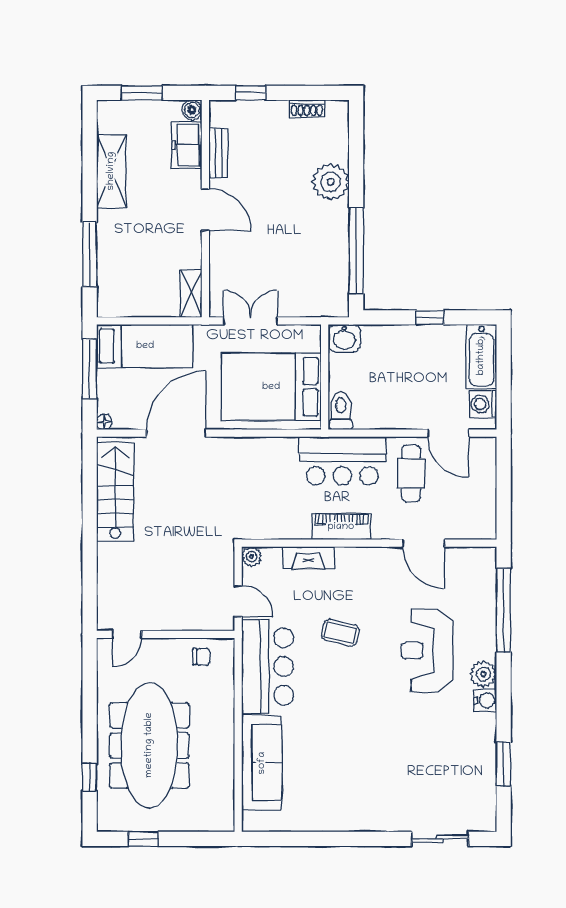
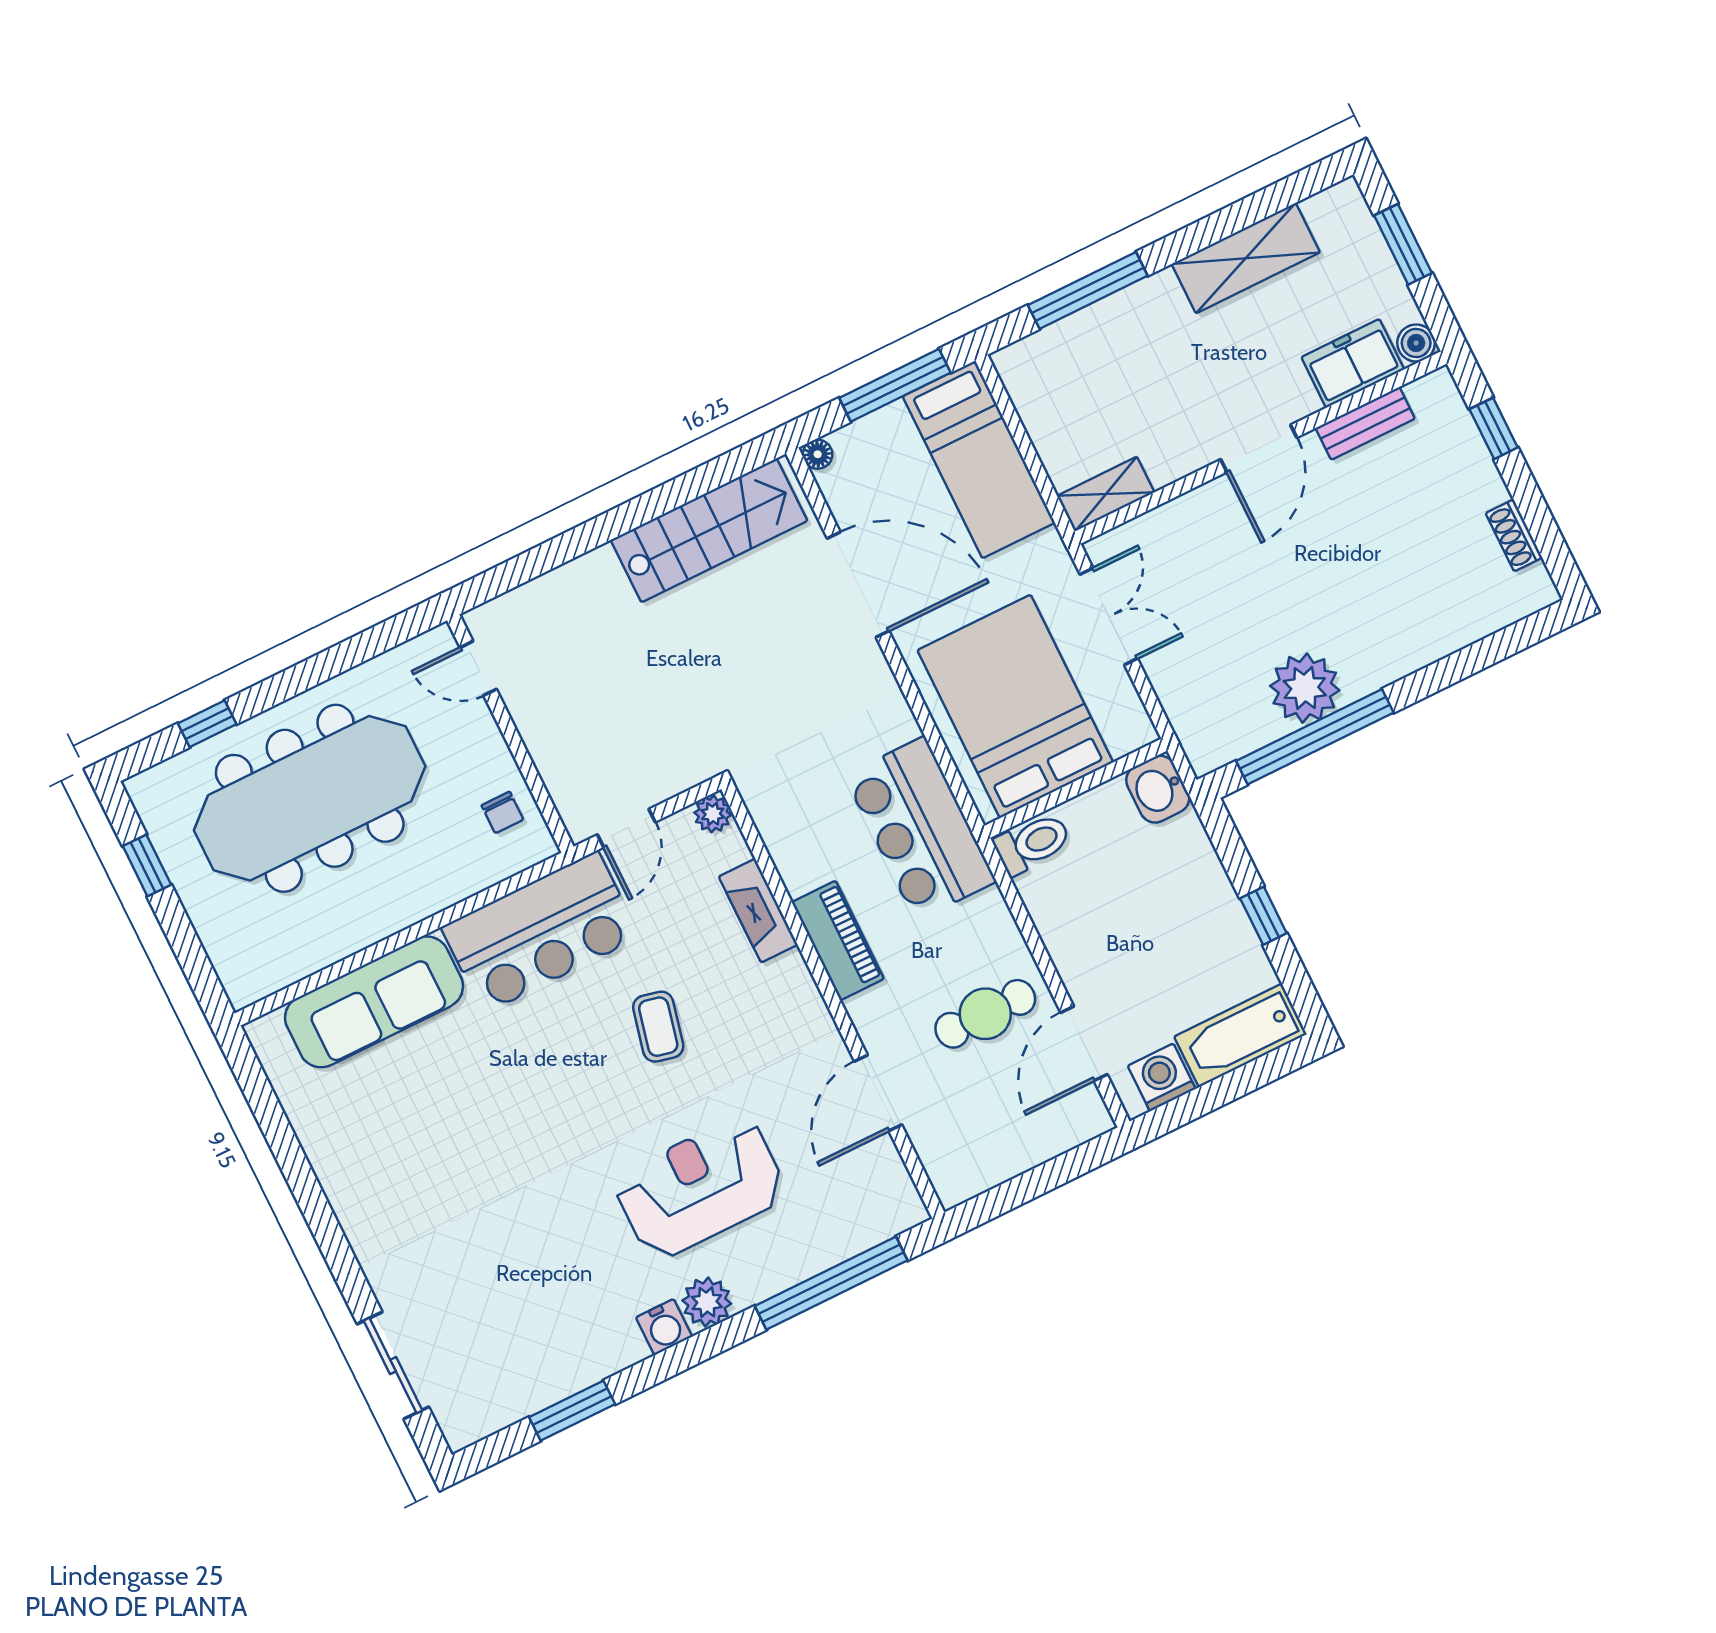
plant: (331, 182) -> (1305, 688), moved
bar counter: (342, 461) -> (920, 828), moved

